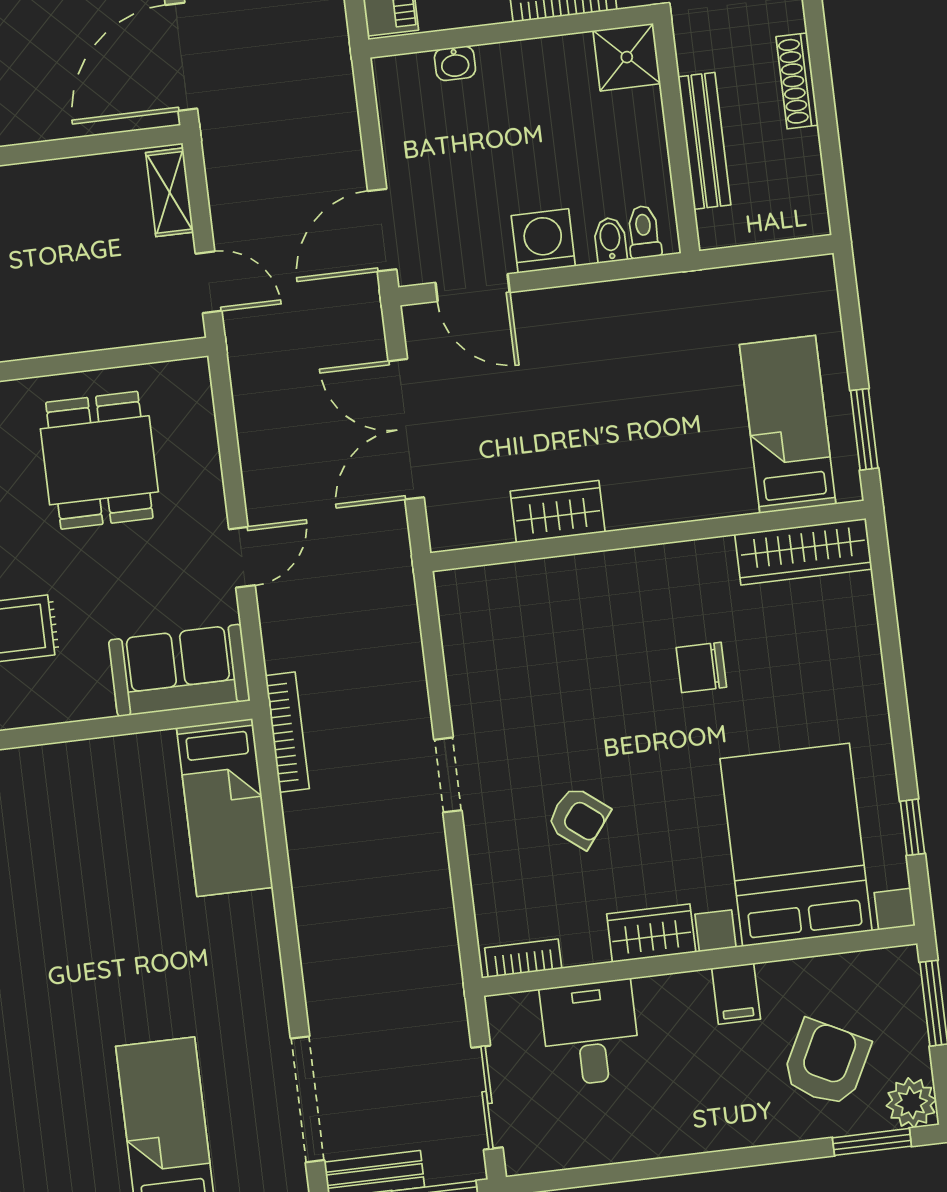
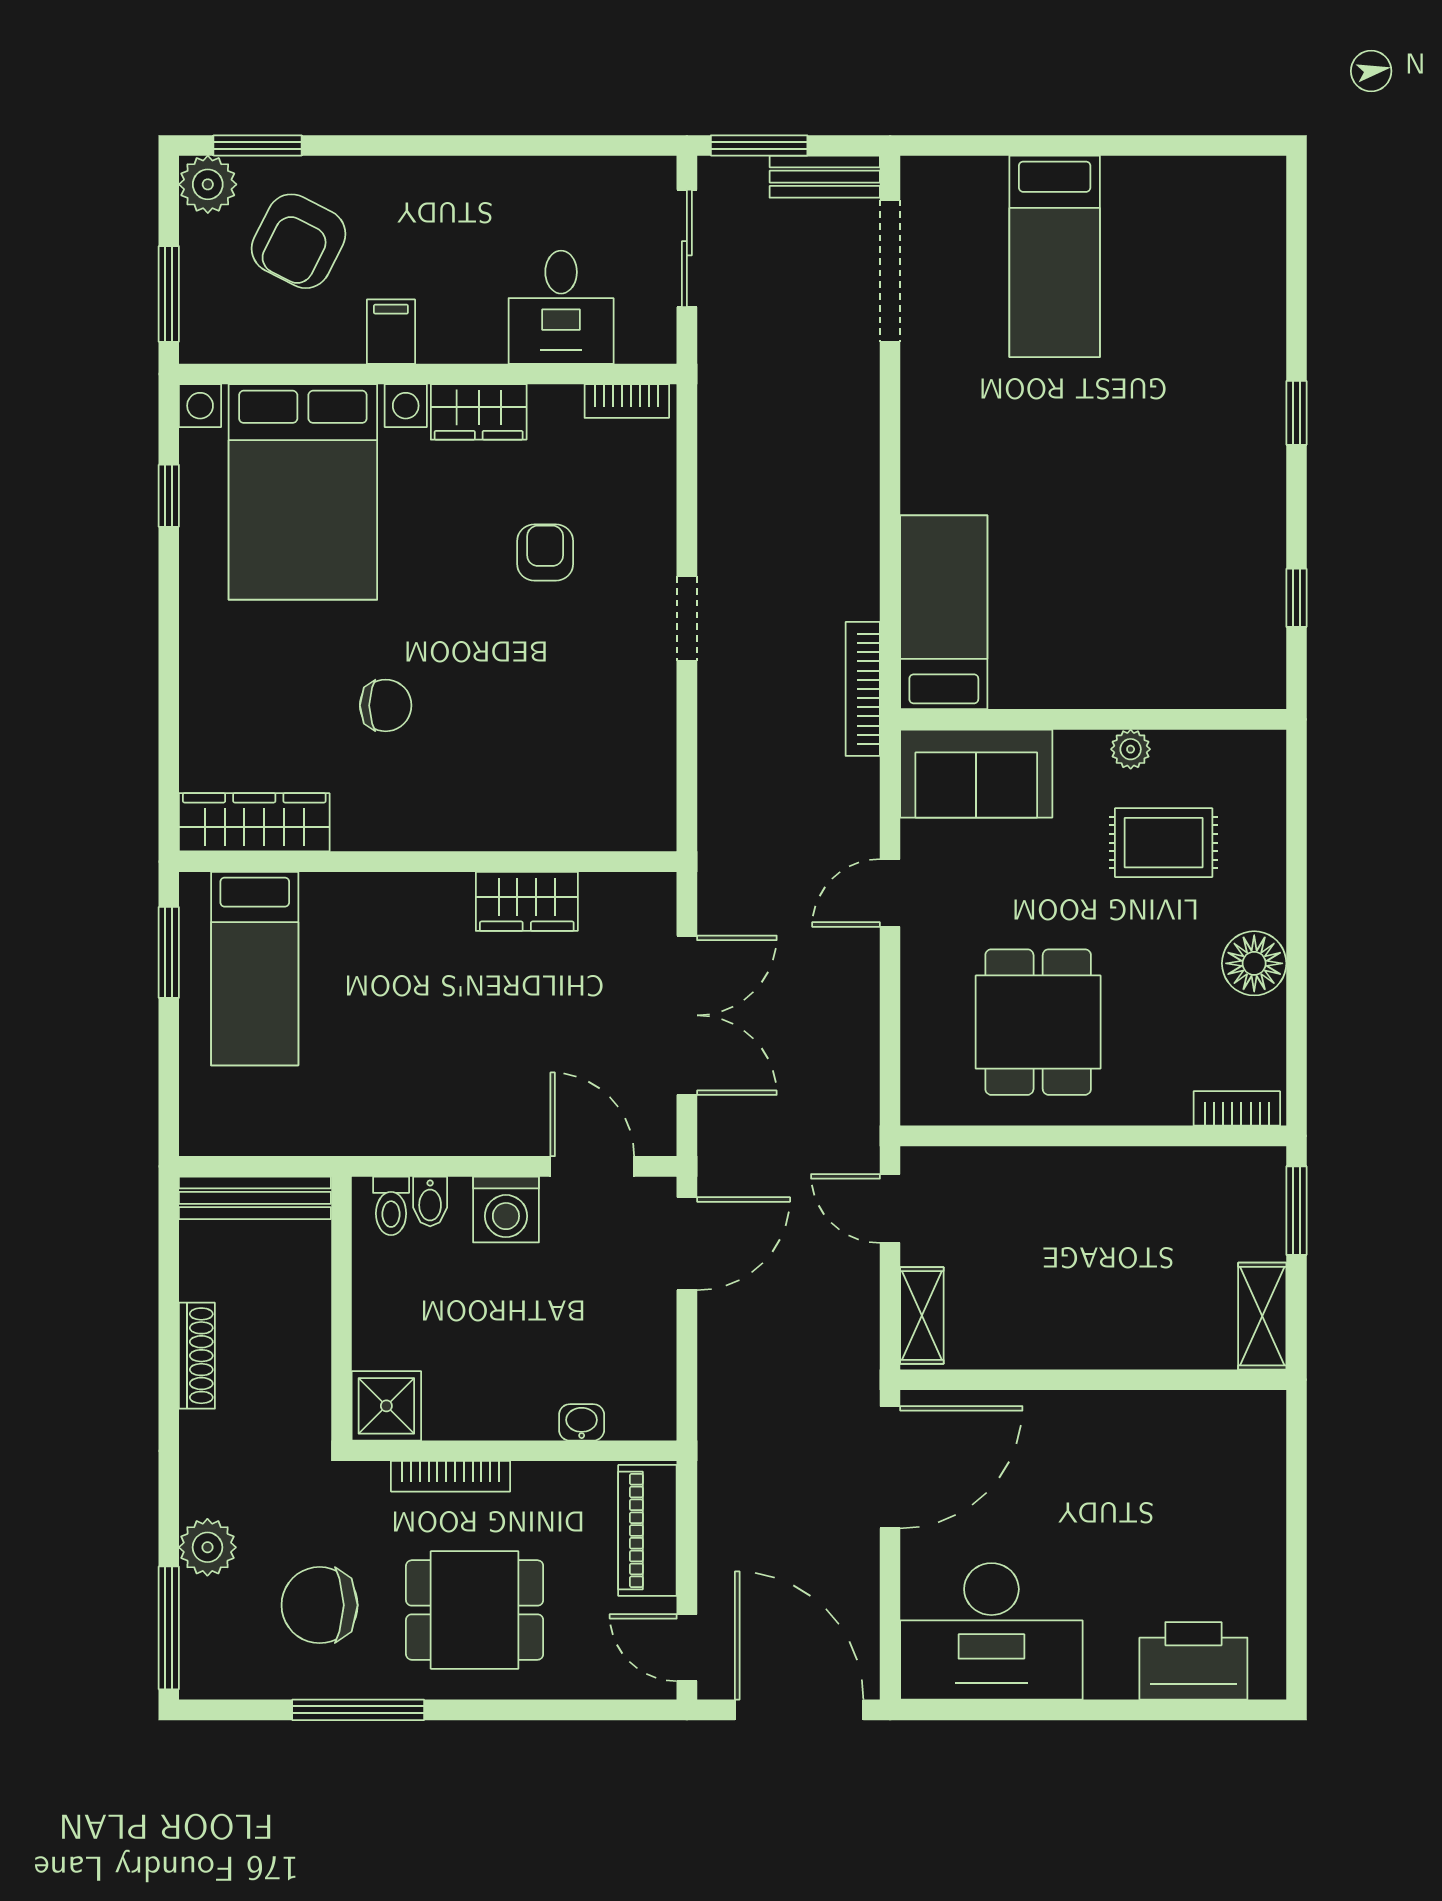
bench: (704, 141) -> (255, 1198), moved, turned 90
plant: (48, 708) -> (1131, 749), added
armchair: (578, 818) -> (545, 552), turned 52

